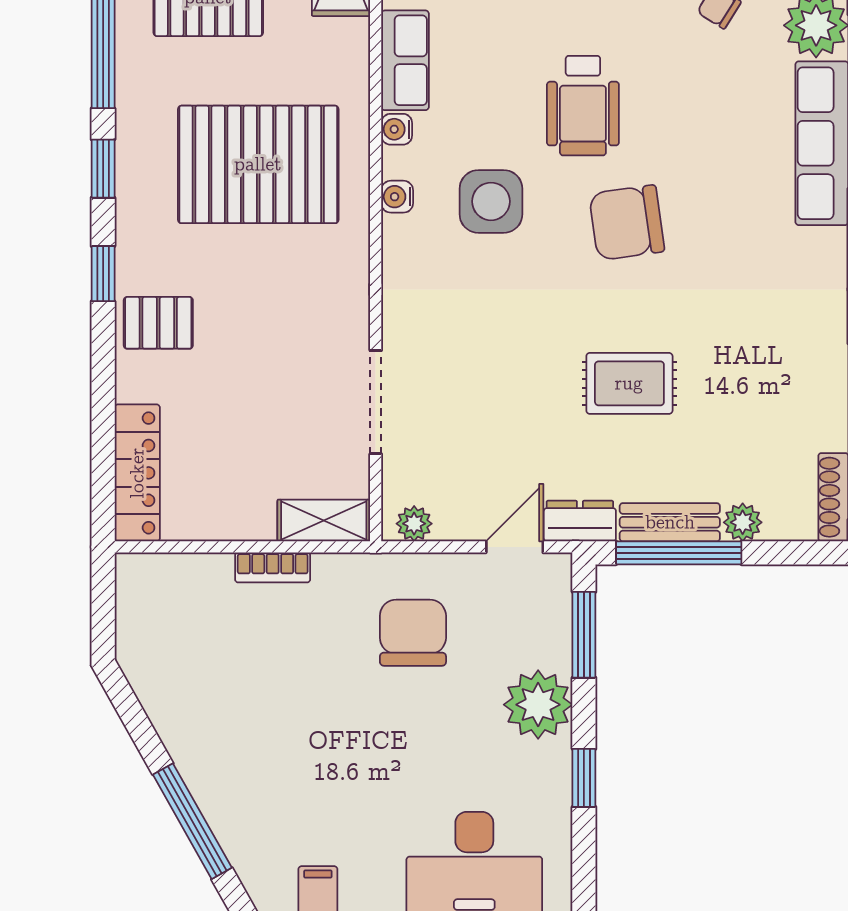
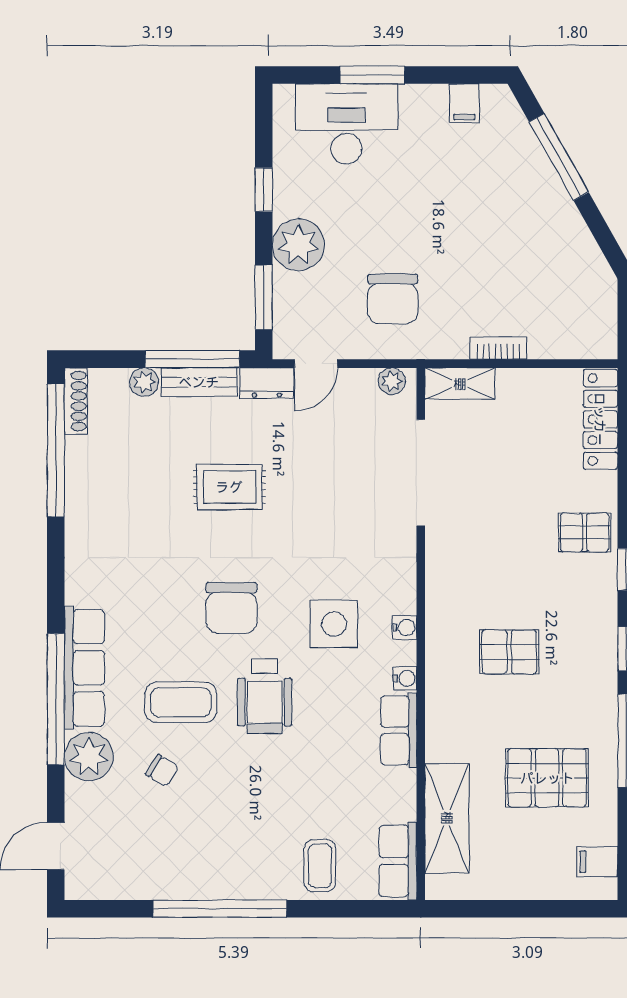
coffee table: (694, 98) -> (181, 702), added
wheelchair: (583, 106) -> (265, 696), turned 180
pallet: (258, 164) -> (509, 652), width x0.49, depth x0.50
chair: (627, 223) -> (232, 608), turned 98
doorway: (376, 402) -> (421, 473), width x1.36

